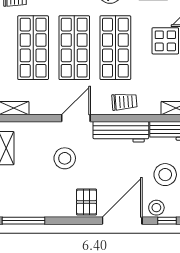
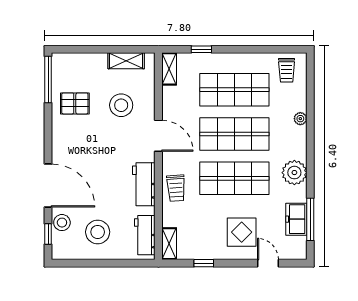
workbench: (121, 132) -> (144, 184), width x0.73
stool: (65, 158) -> (121, 105), moved
pallet: (87, 202) -> (75, 103), moved

